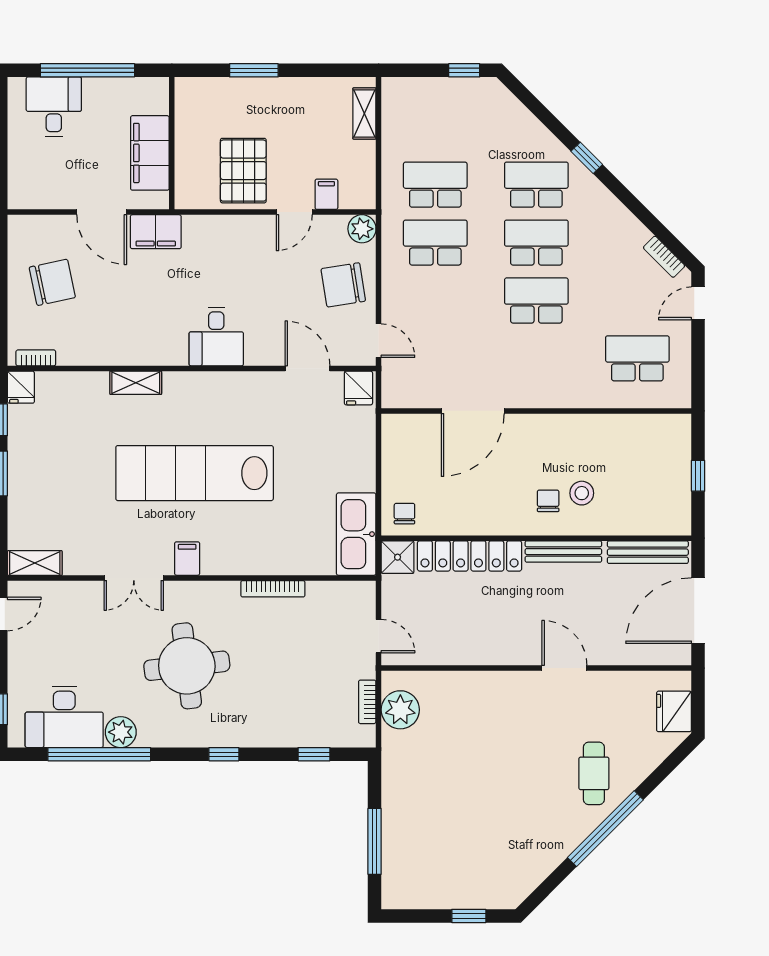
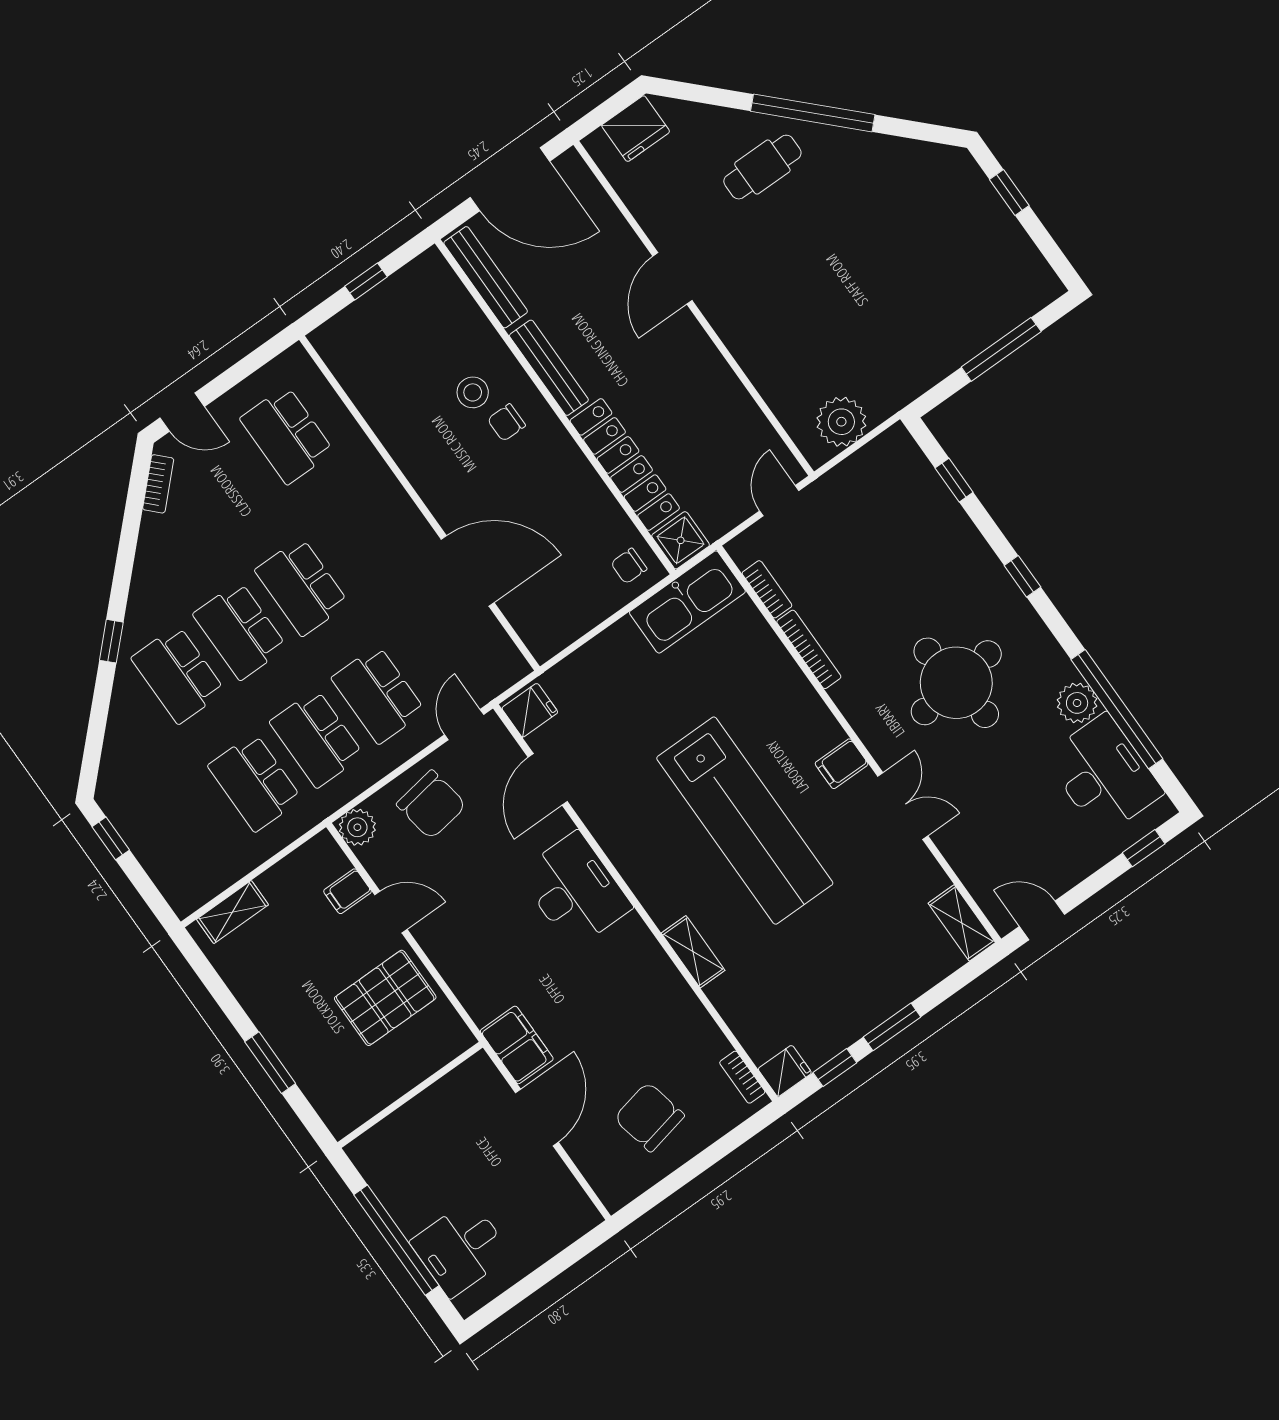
filing cabinet: (150, 153) -> (437, 1111), removed
school desk: (435, 301) -> (378, 695), added
desk: (216, 337) -> (575, 890), width x1.37
bookcase: (367, 702) -> (767, 589), moved, turned -90

